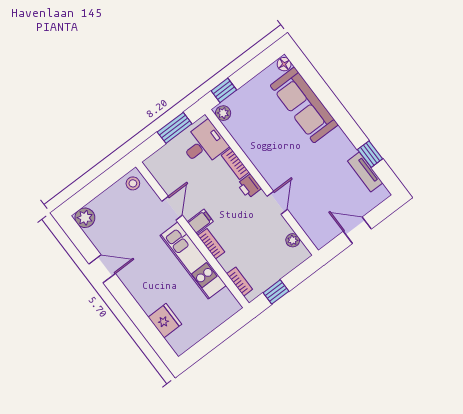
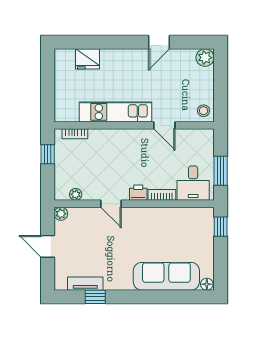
plant: (223, 113) -> (61, 214), moved
filing cabinet: (200, 222) -> (139, 138), removed
door: (357, 230) -> (48, 246), swing flipped
bookcase: (211, 244) -> (118, 134), removed

